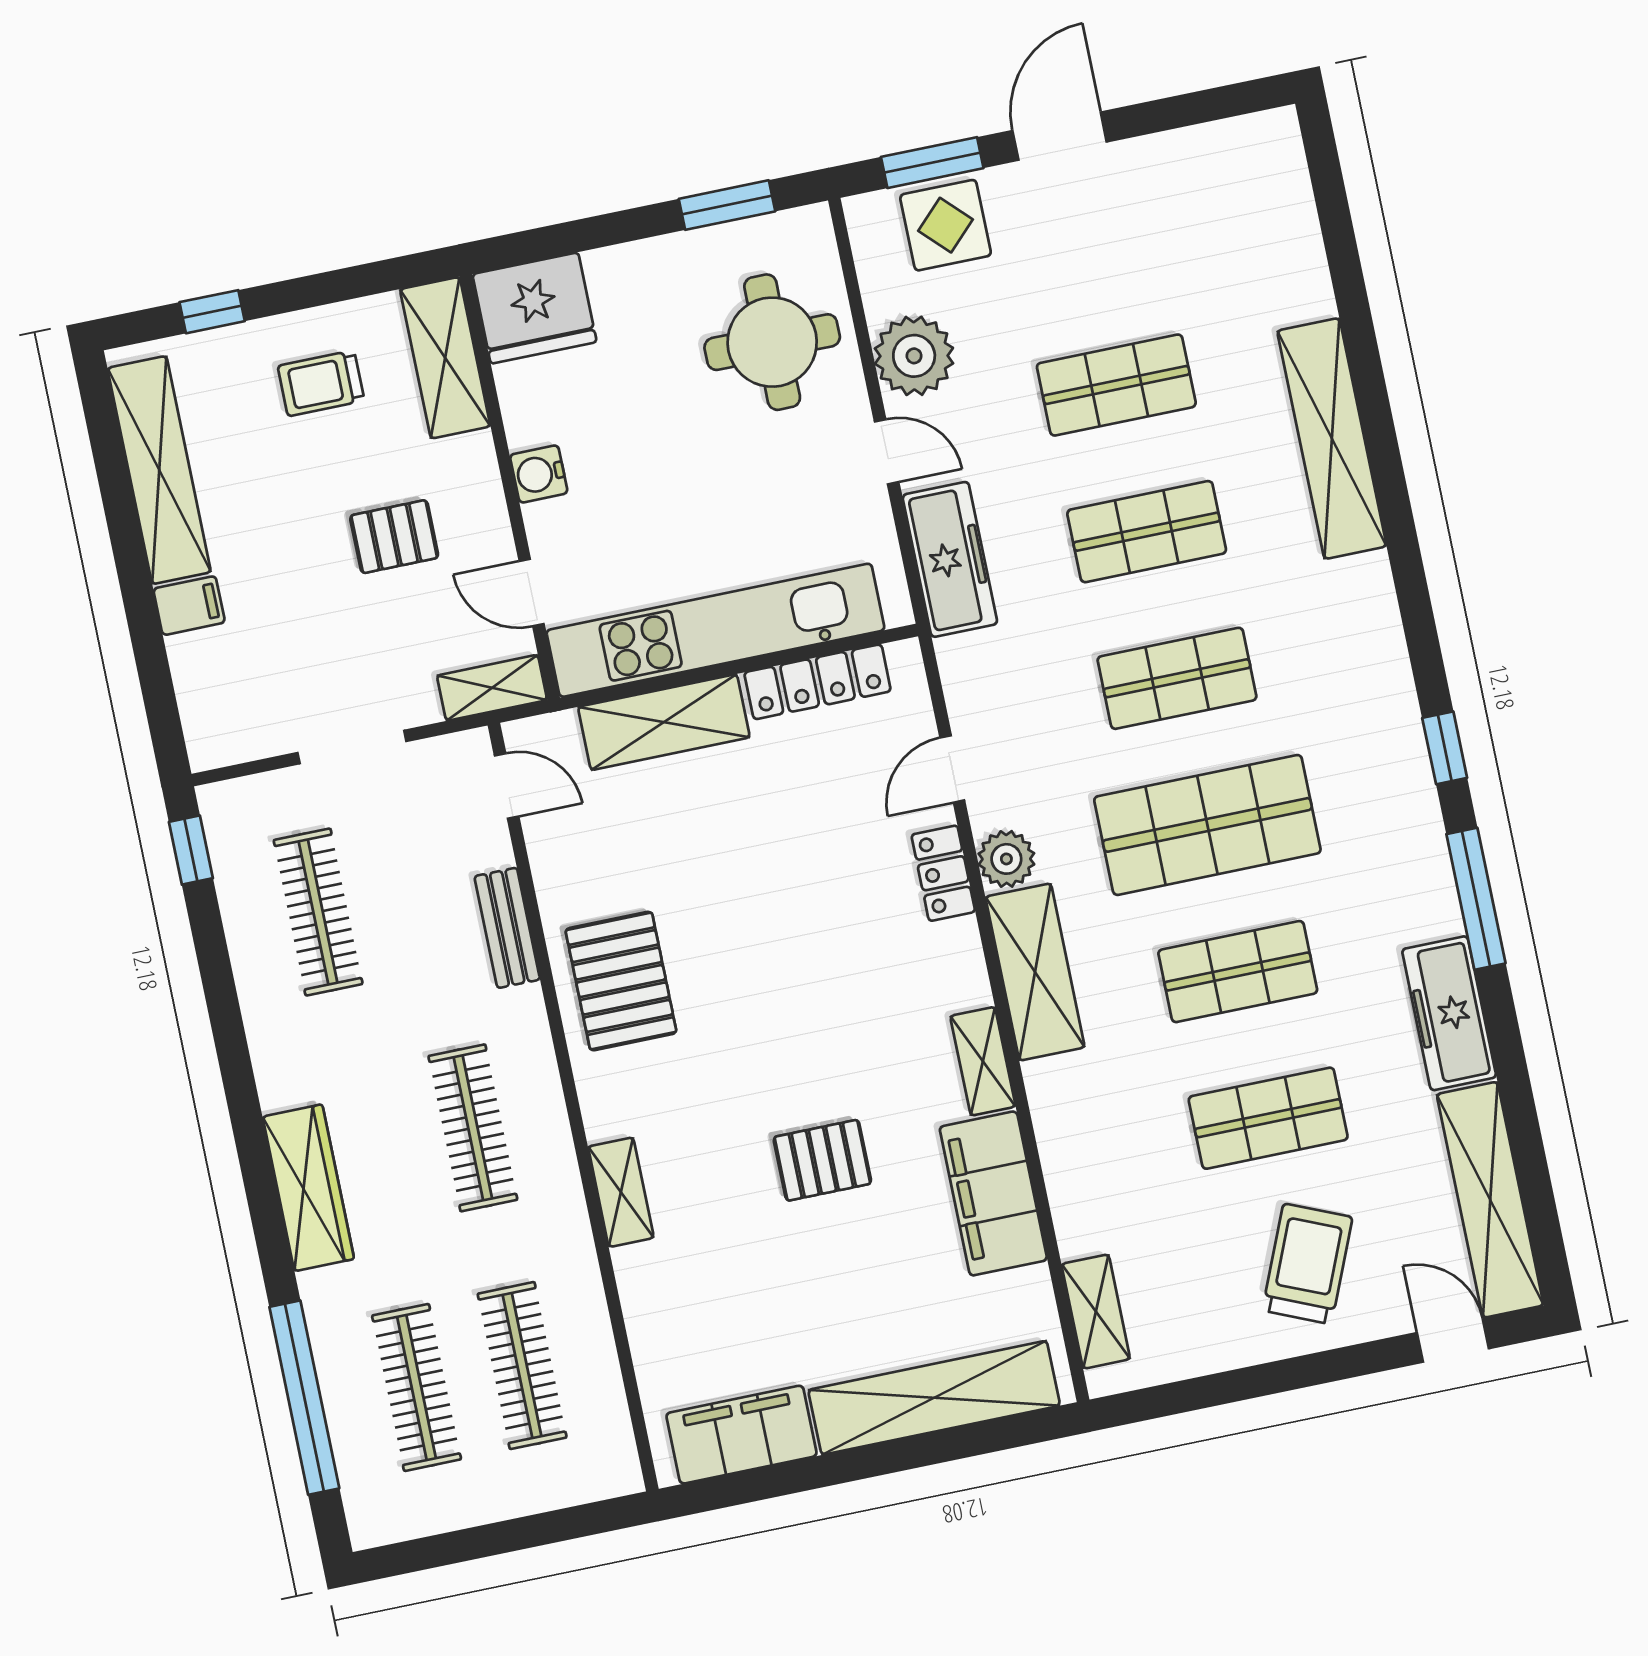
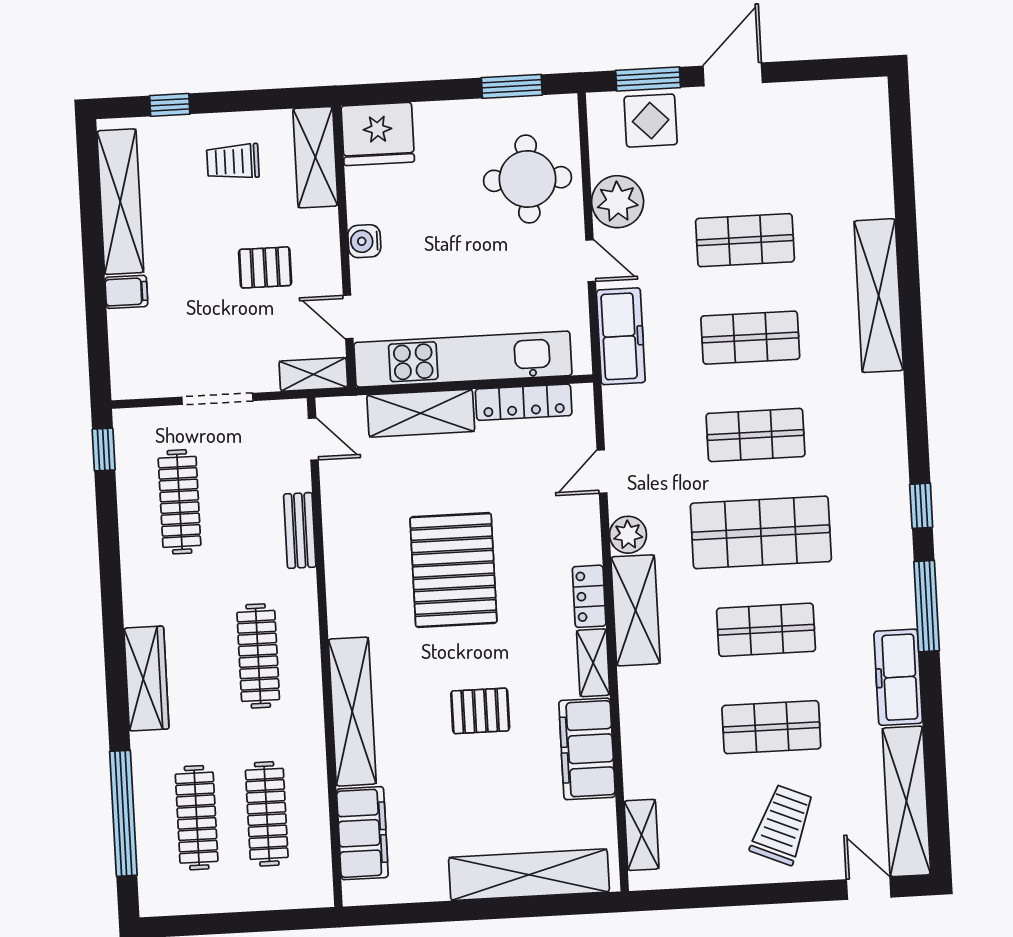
locker: (943, 873) -> (589, 596), moved
pallet: (621, 981) -> (453, 570), moved, width x1.37, depth x1.41
shelving: (621, 1192) -> (352, 712), width x2.20, depth x1.33
filing cabinet: (742, 1435) -> (362, 833), moved, turned 90

